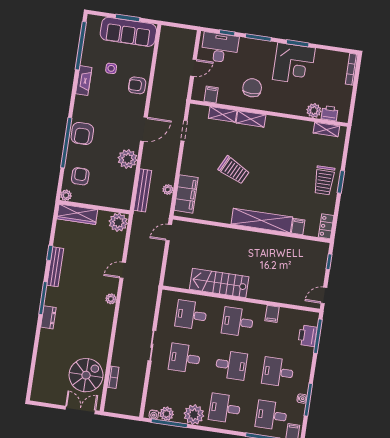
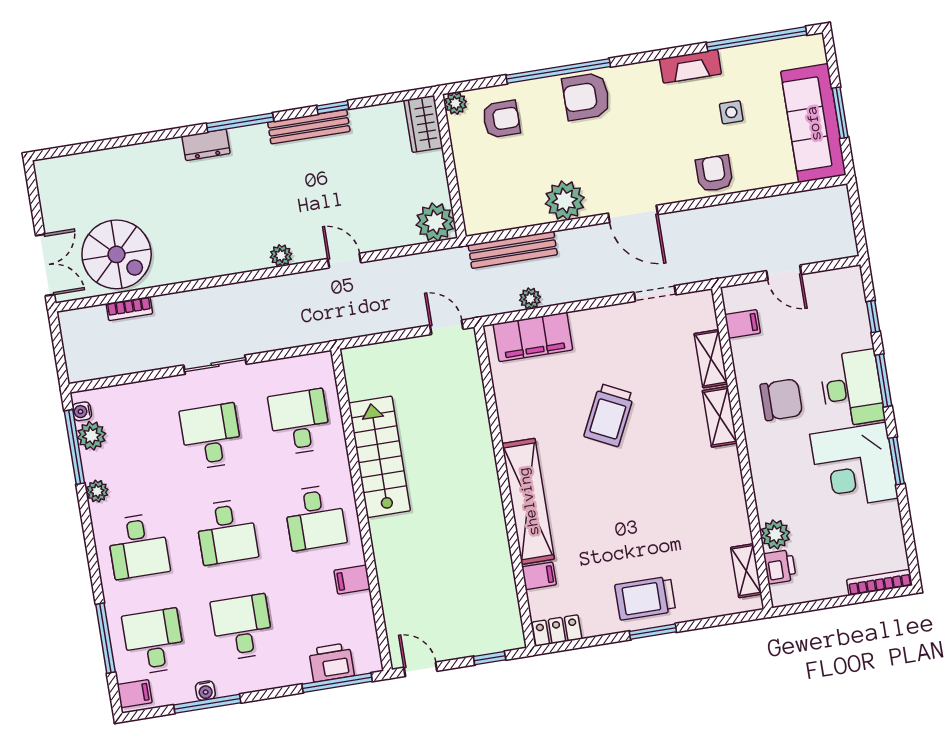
desk: (220, 48) -> (852, 388), moved
wardrobe: (77, 214) -> (423, 124), width x0.67
desk: (238, 322) -> (315, 517), turned 180
desk: (225, 408) -> (138, 546), turned 180
plant: (194, 415) -> (97, 491), width x0.53, depth x0.53

